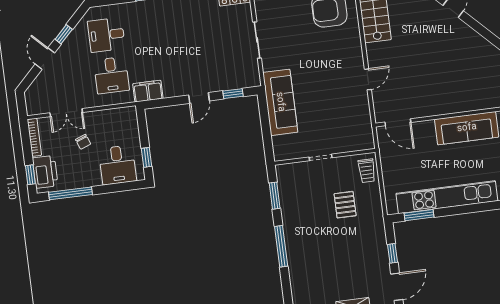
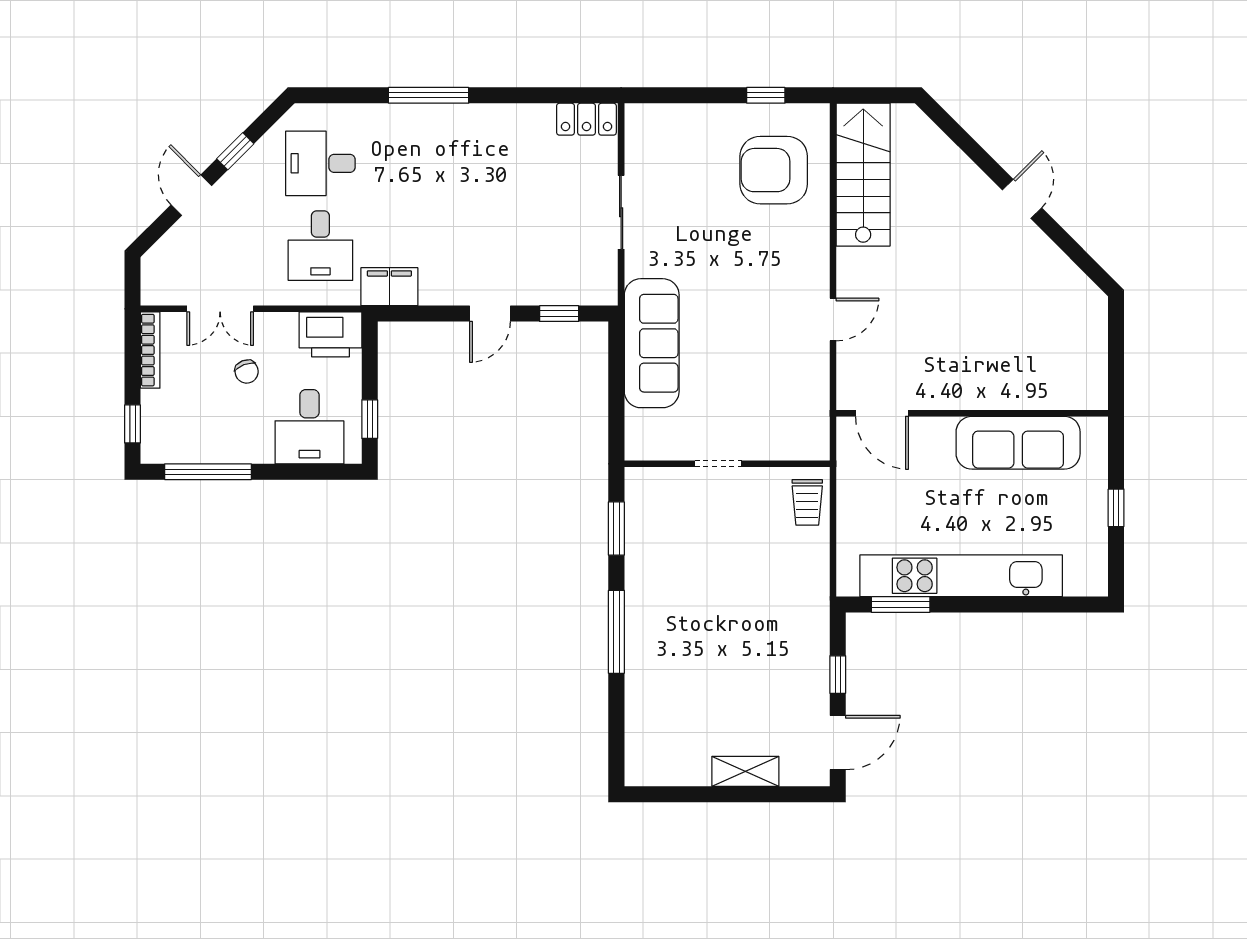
printer: (45, 172) -> (330, 334), moved, turned 90
pallet: (345, 205) -> (755, 565), removed

